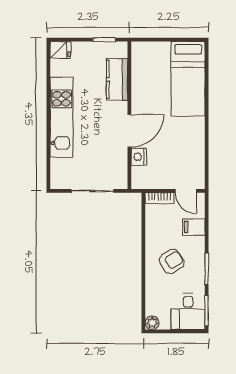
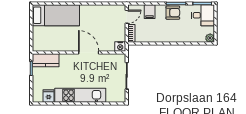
fridge: (60, 50) -> (49, 96), moved
kitchen counter: (117, 79) -> (46, 60), moved
nightstand: (139, 157) -> (120, 46), moved
armchair: (172, 262) -> (173, 13), moved, turned 122

